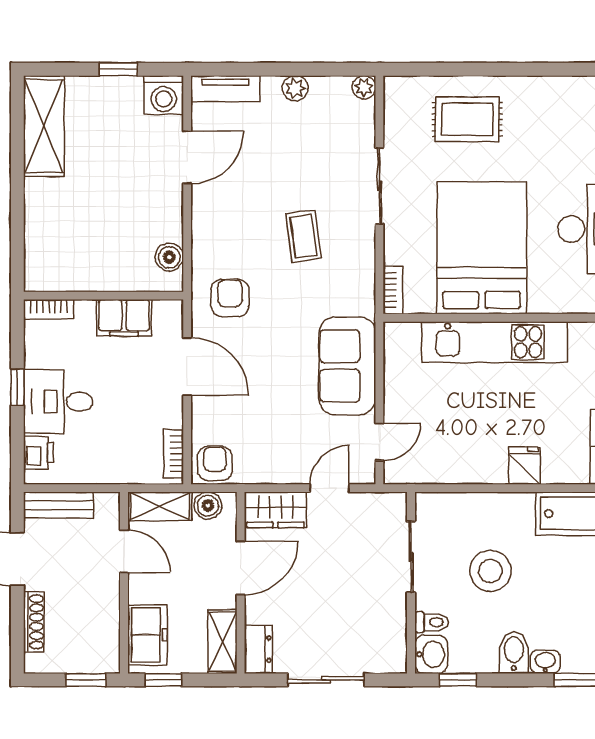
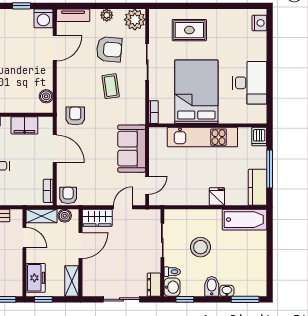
plant: (364, 87) -> (135, 20), width x1.87, depth x1.87
armchair: (300, 159) -> (109, 49), added
dresser: (258, 649) -> (154, 285), moved, turned 180

